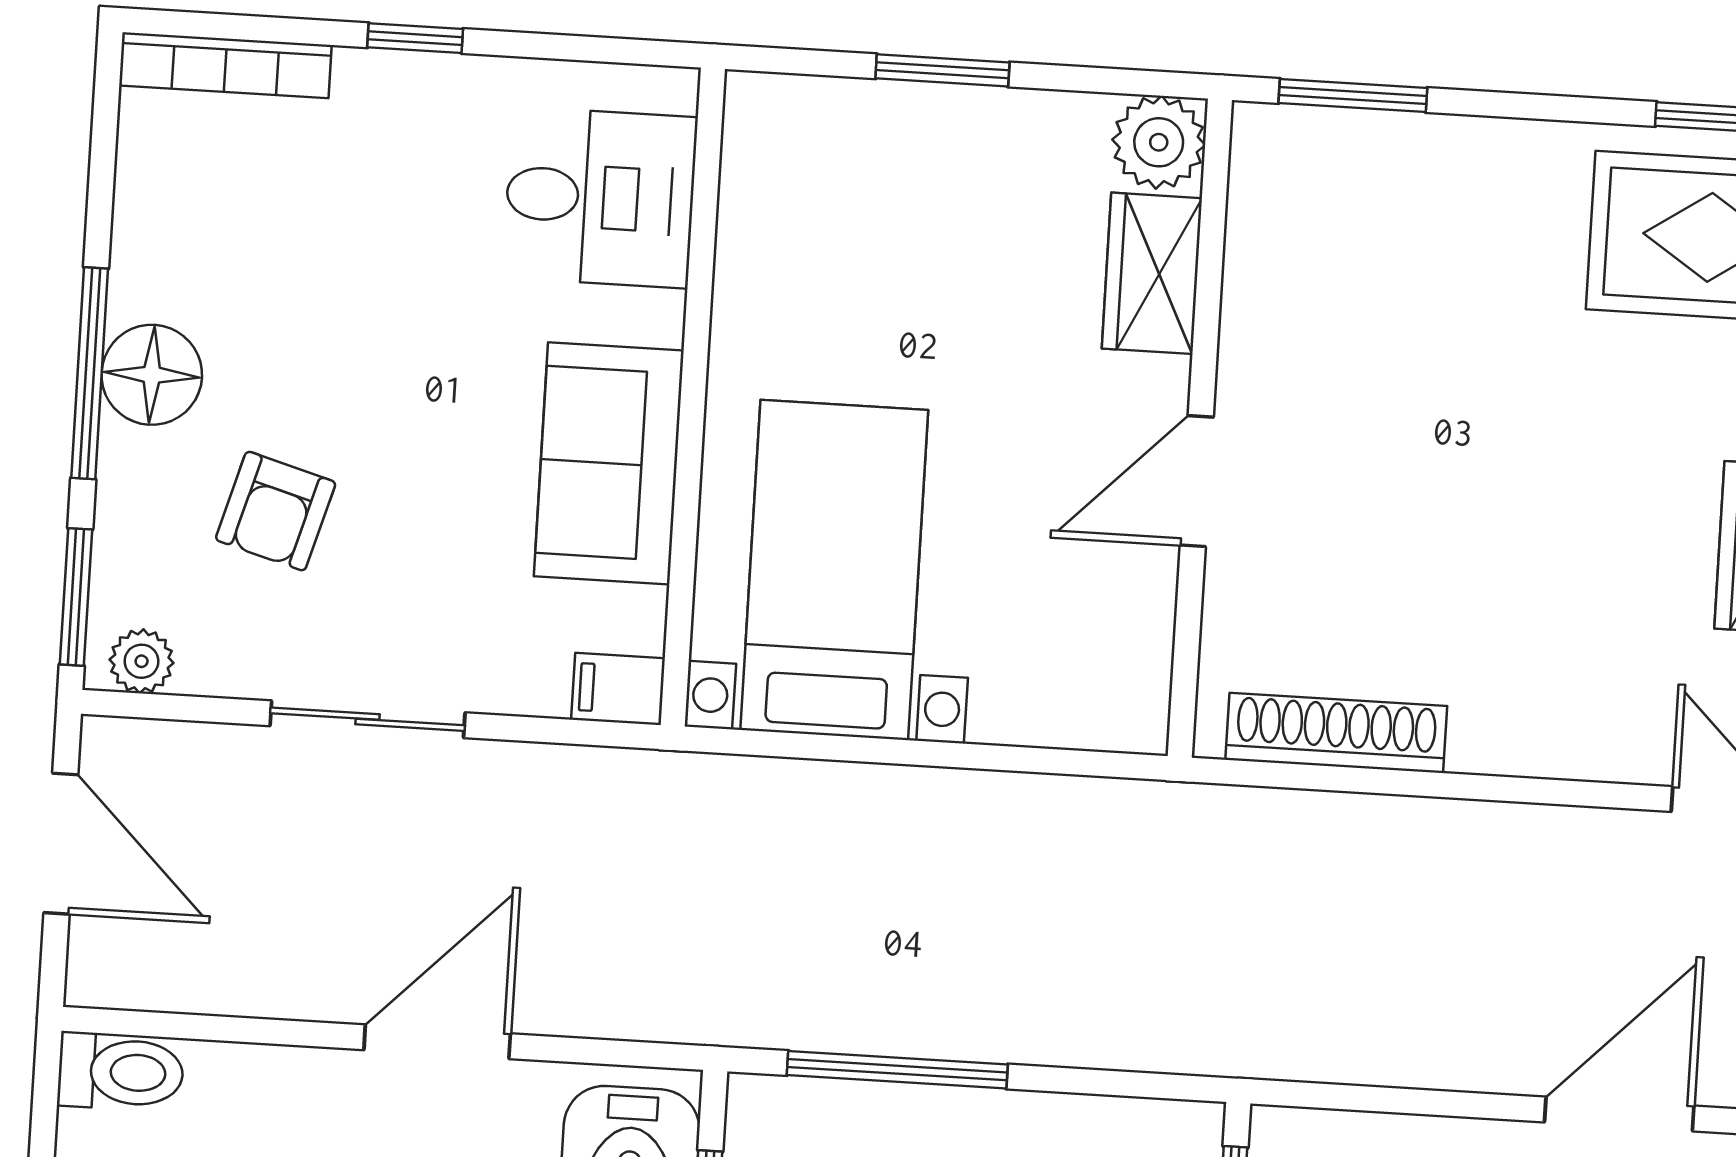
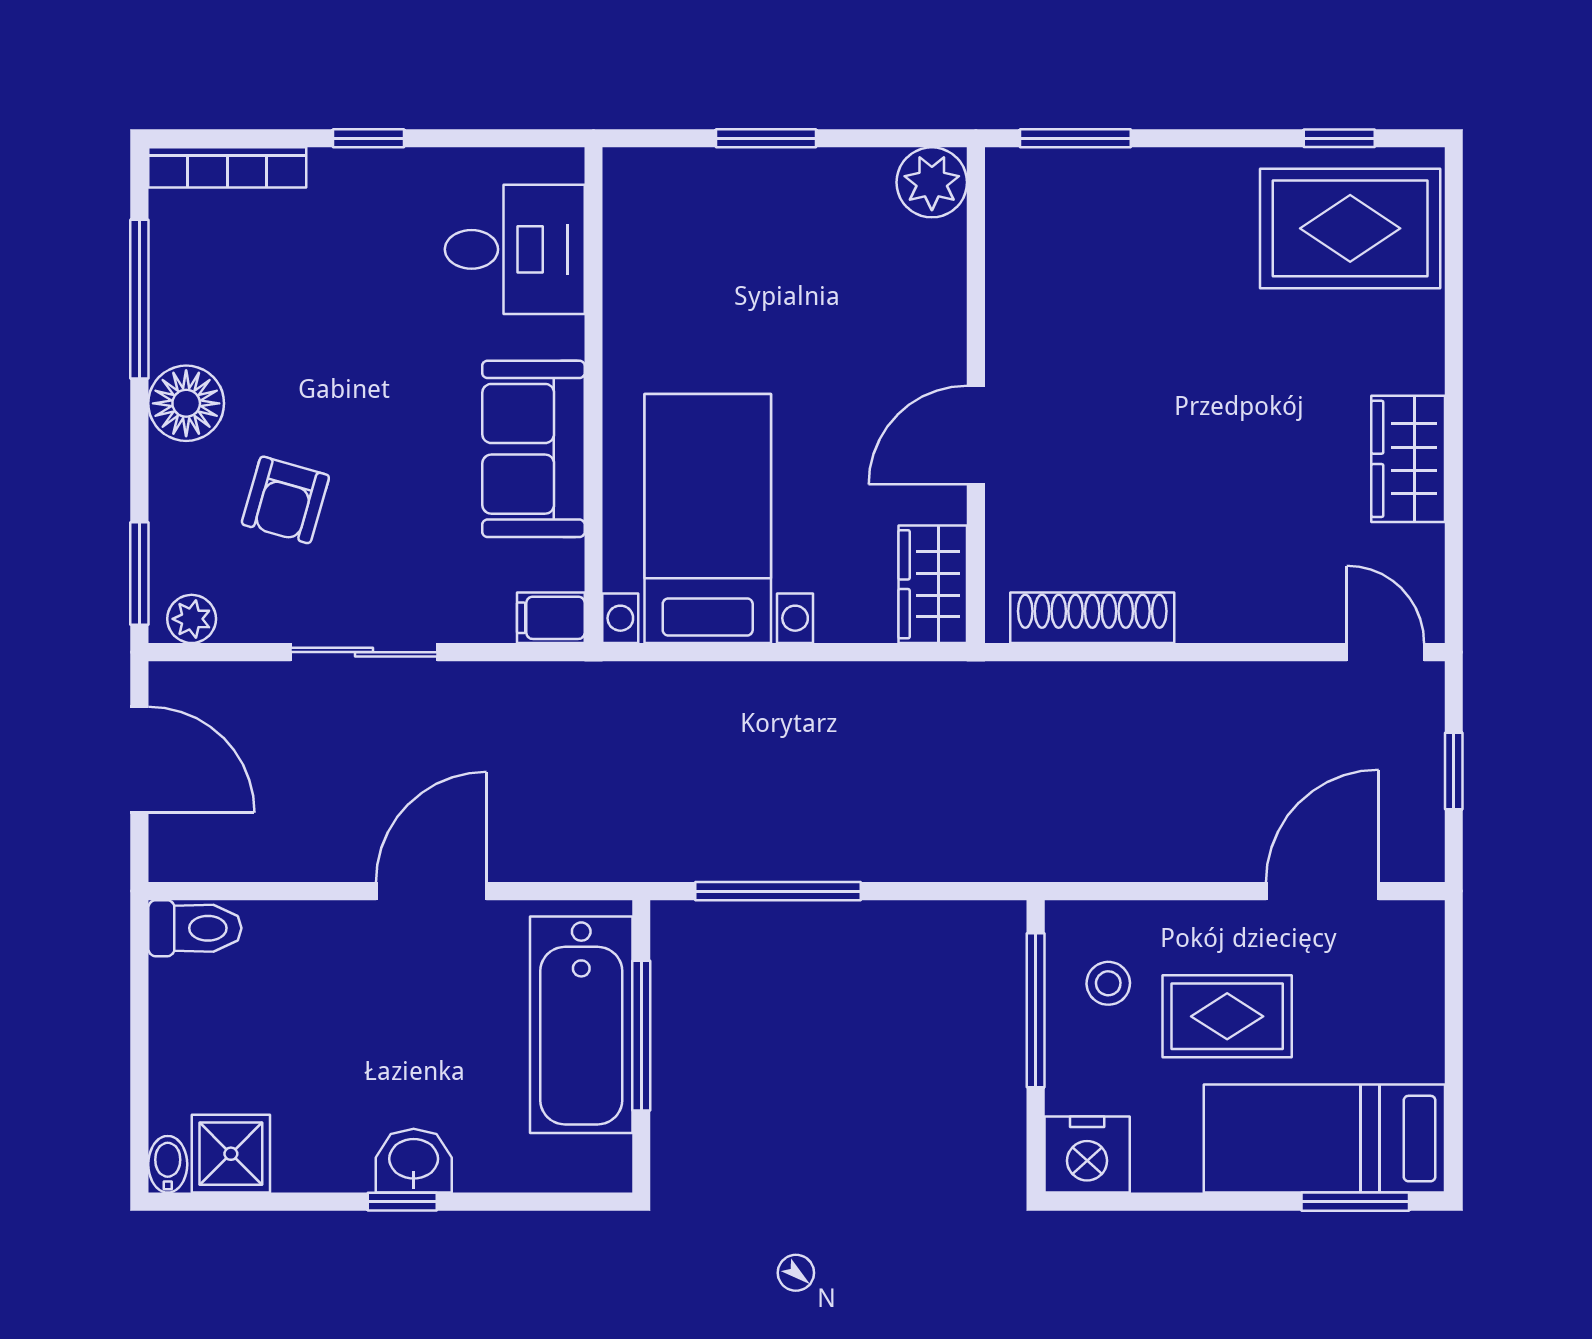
wardrobe: (1152, 273) -> (933, 584), moved
window: (90, 373) -> (139, 299), moved

